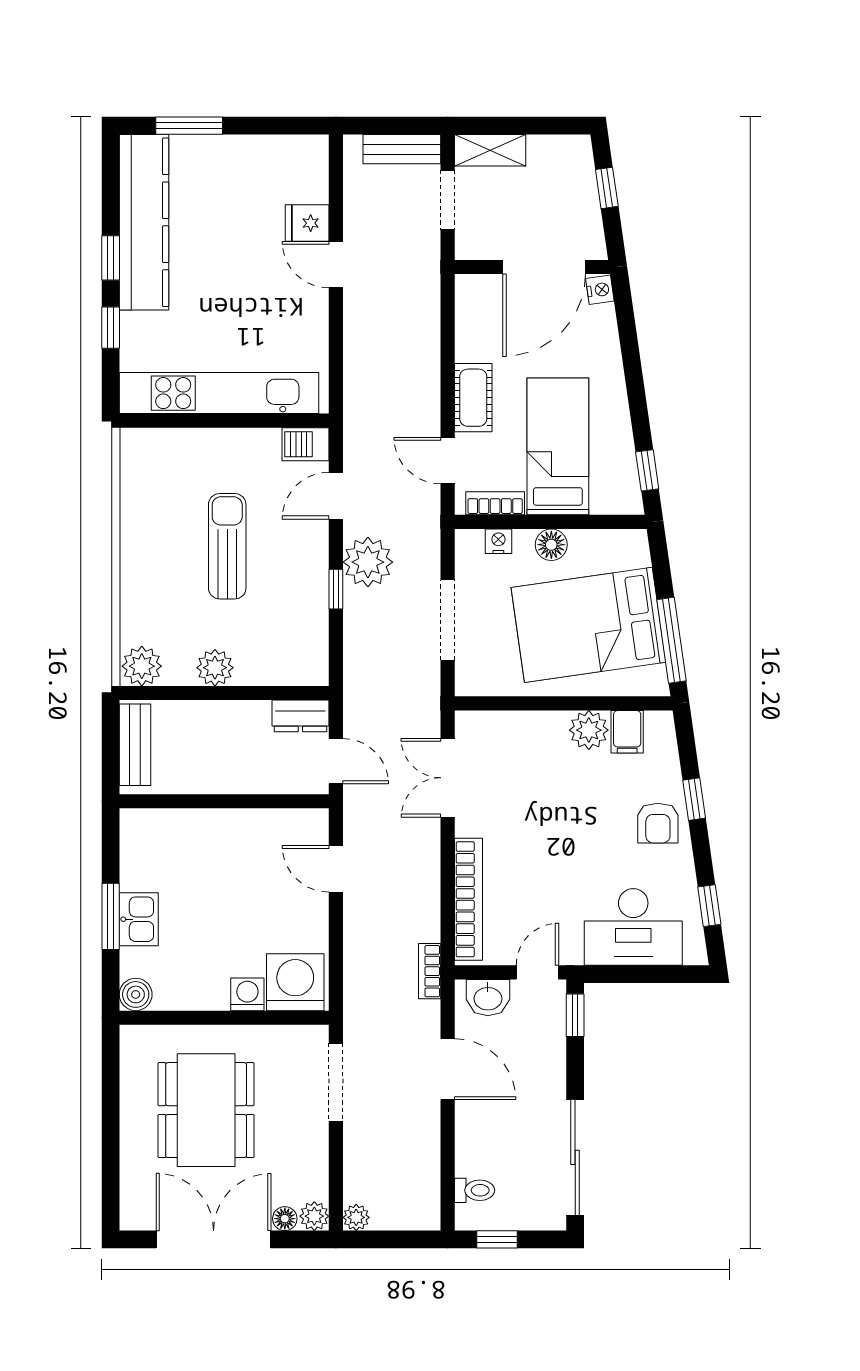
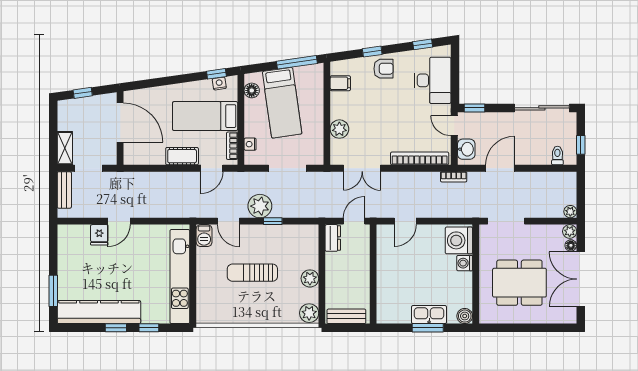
nightstand: (600, 290) -> (219, 84), moved
floor lamp: (551, 545) -> (252, 90), moved
bed: (588, 625) -> (282, 103), width x0.67
plant: (589, 730) -> (339, 129), moved
kitchen sink: (139, 919) -> (429, 315), width x1.38

